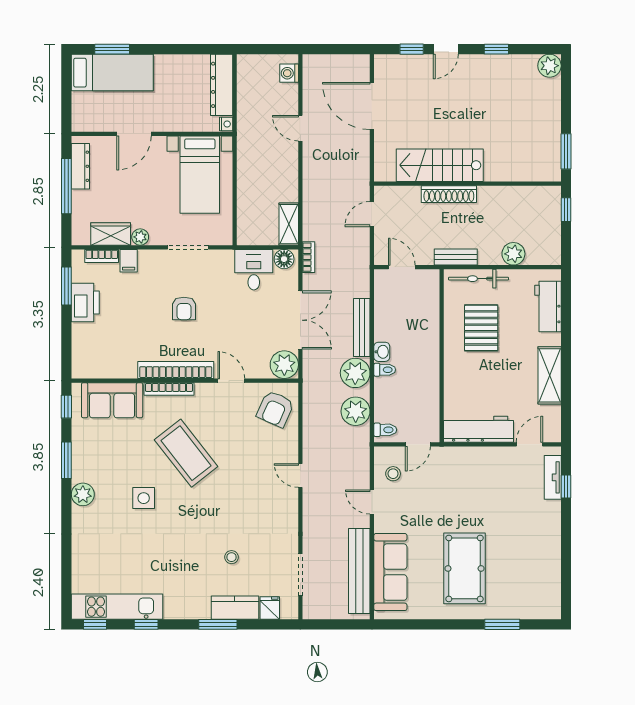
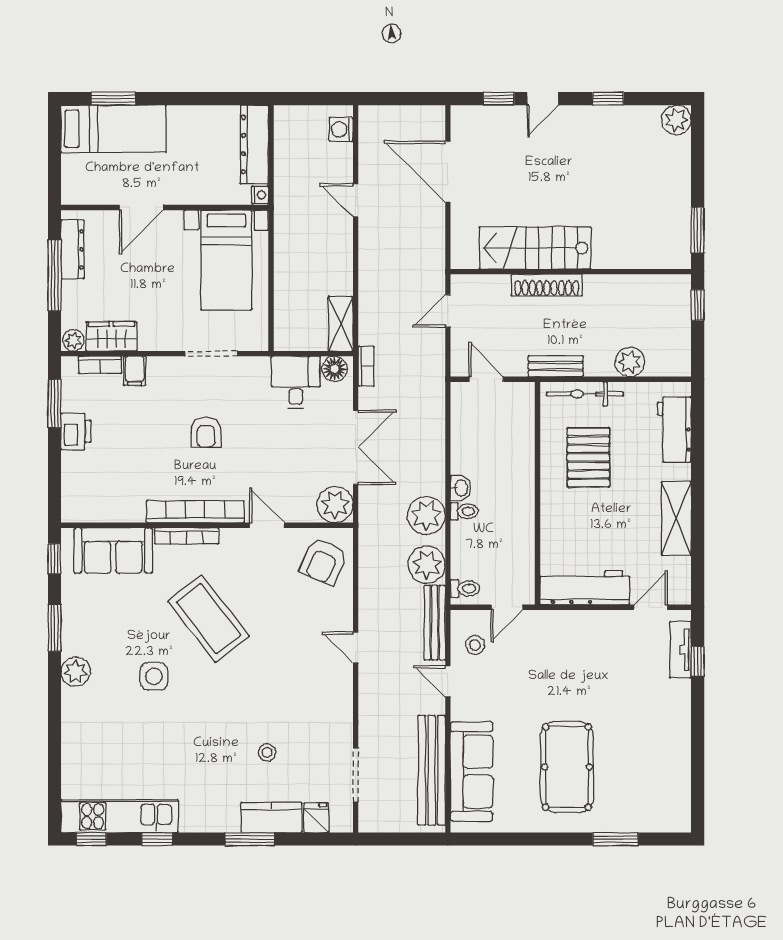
plant: (140, 237) -> (73, 340), moved
printer: (85, 303) -> (76, 431), width x0.73, depth x0.84
bench: (362, 328) -> (435, 623), moved

